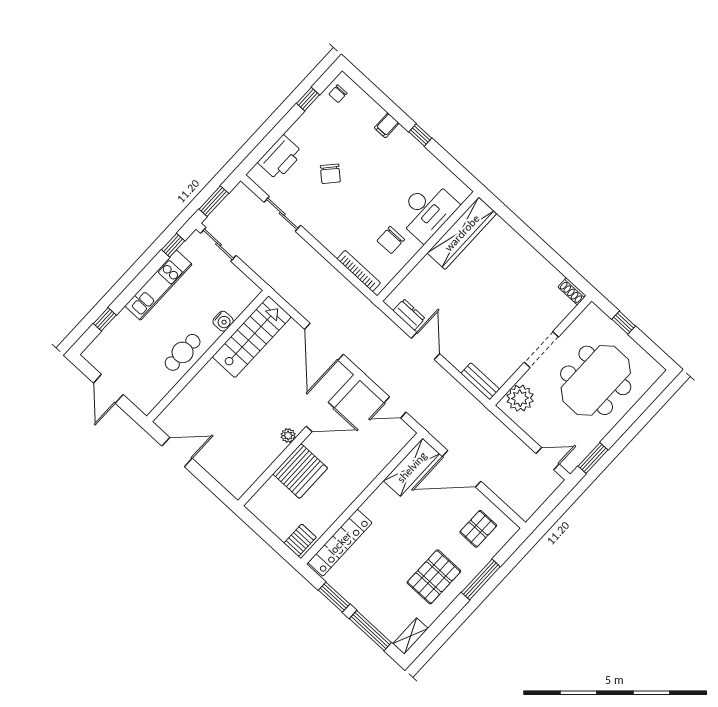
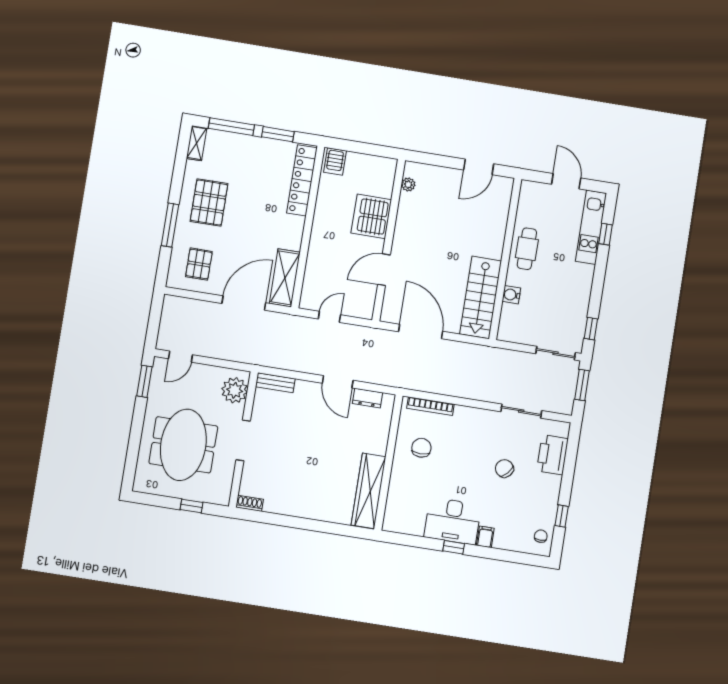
desk: (427, 211) -> (453, 521), moved, turned -90
kitchen unit: (158, 285) -> (591, 227), moved
plant: (288, 436) -> (408, 184), moved

